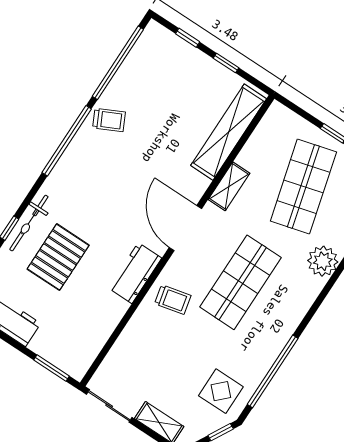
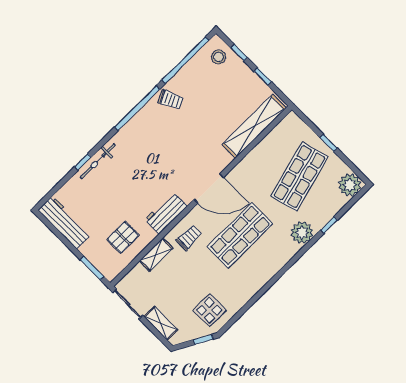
stool: (161, 49) -> (219, 57), added
shelving: (229, 186) -> (156, 254), moved
door: (185, 228) -> (209, 188), swing flipped
pallet: (58, 257) -> (123, 237), moved, width x0.67, depth x0.71
trolley: (173, 300) -> (189, 237), turned -77
window: (273, 371) -> (250, 304), removed

